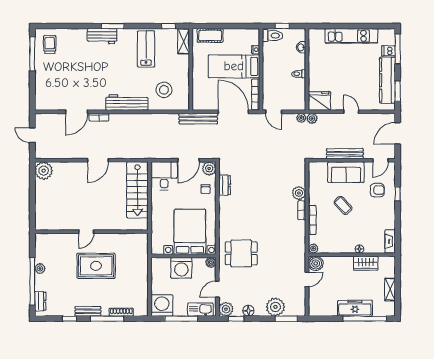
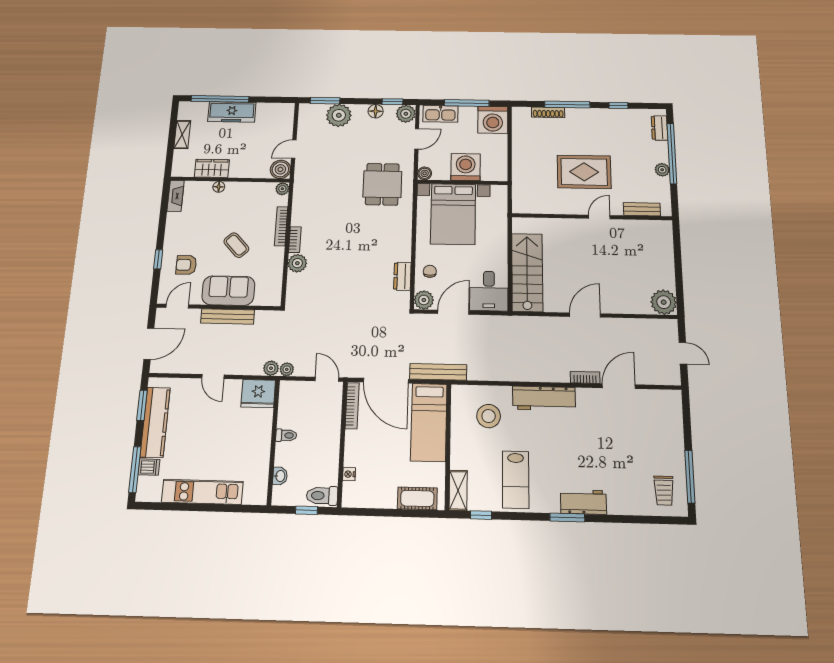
bed: (234, 66) -> (429, 422), moved, turned 90
dining table: (241, 253) -> (382, 184), turned 90
bench: (88, 311) -> (642, 209), moved

